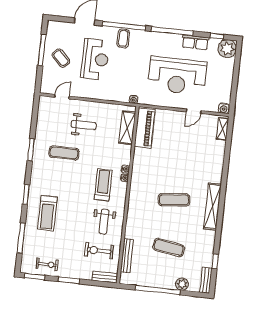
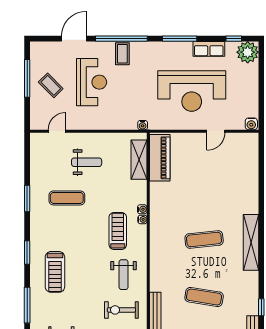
window: (172, 31) -> (180, 39), width x0.68
shelving: (222, 129) -> (253, 148), removed

